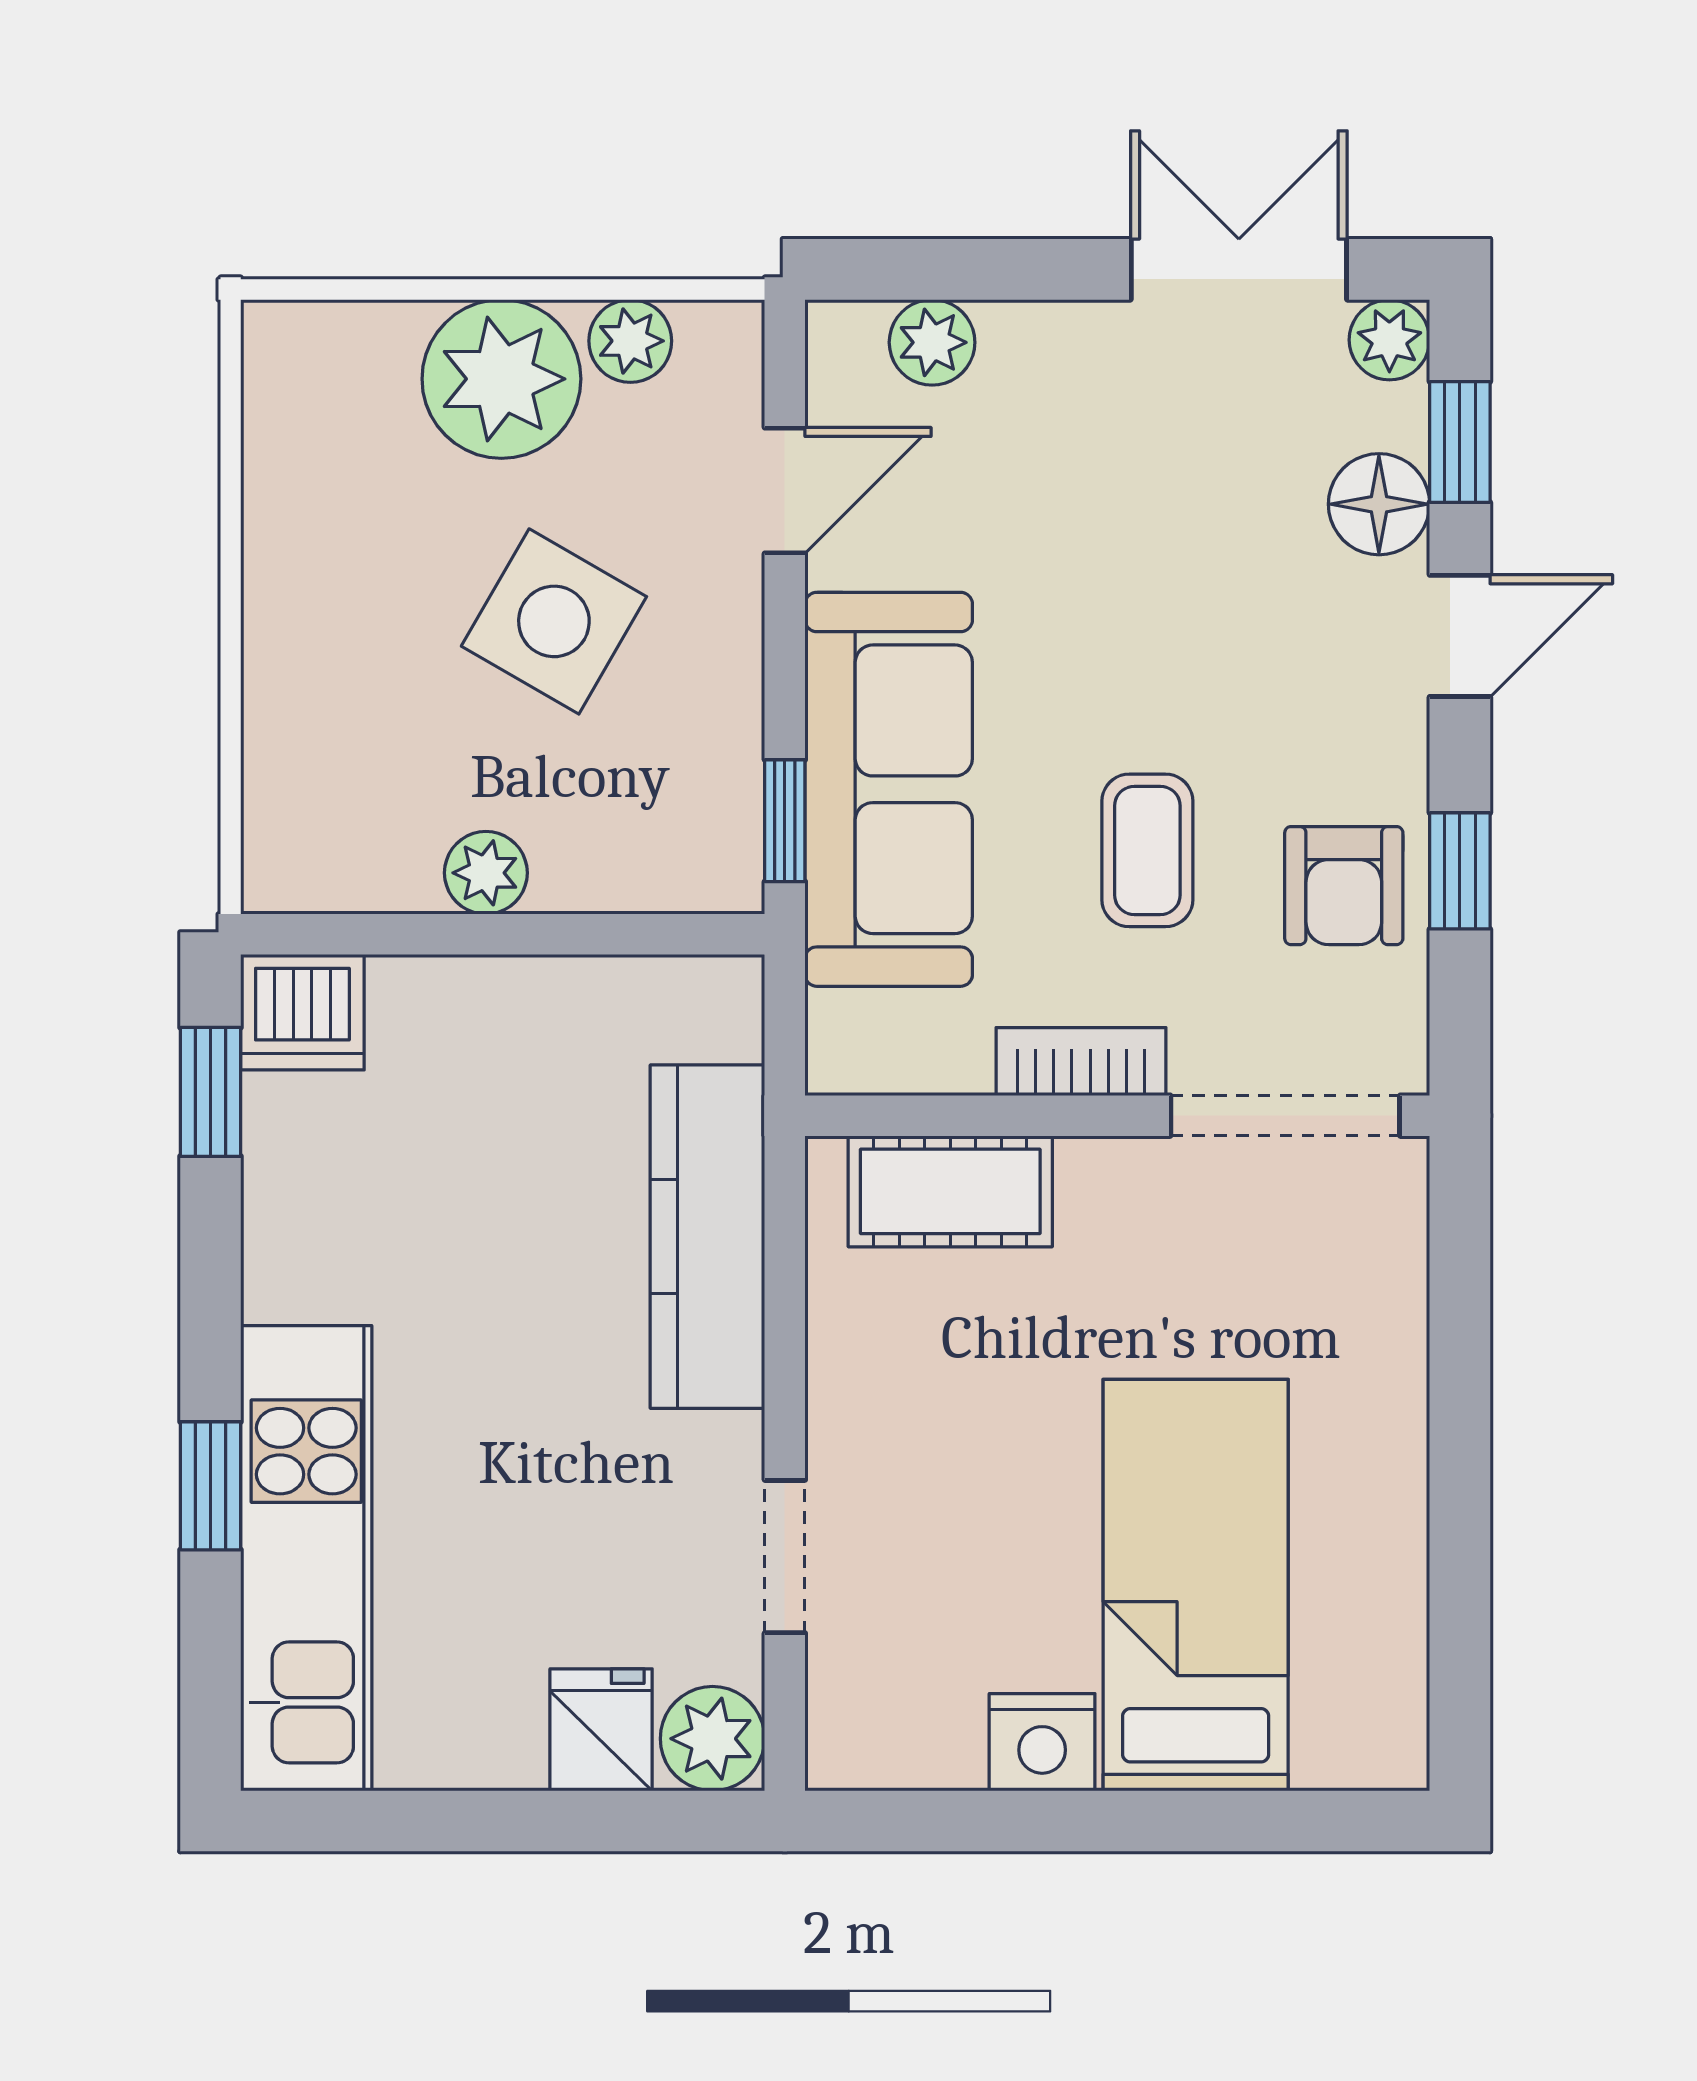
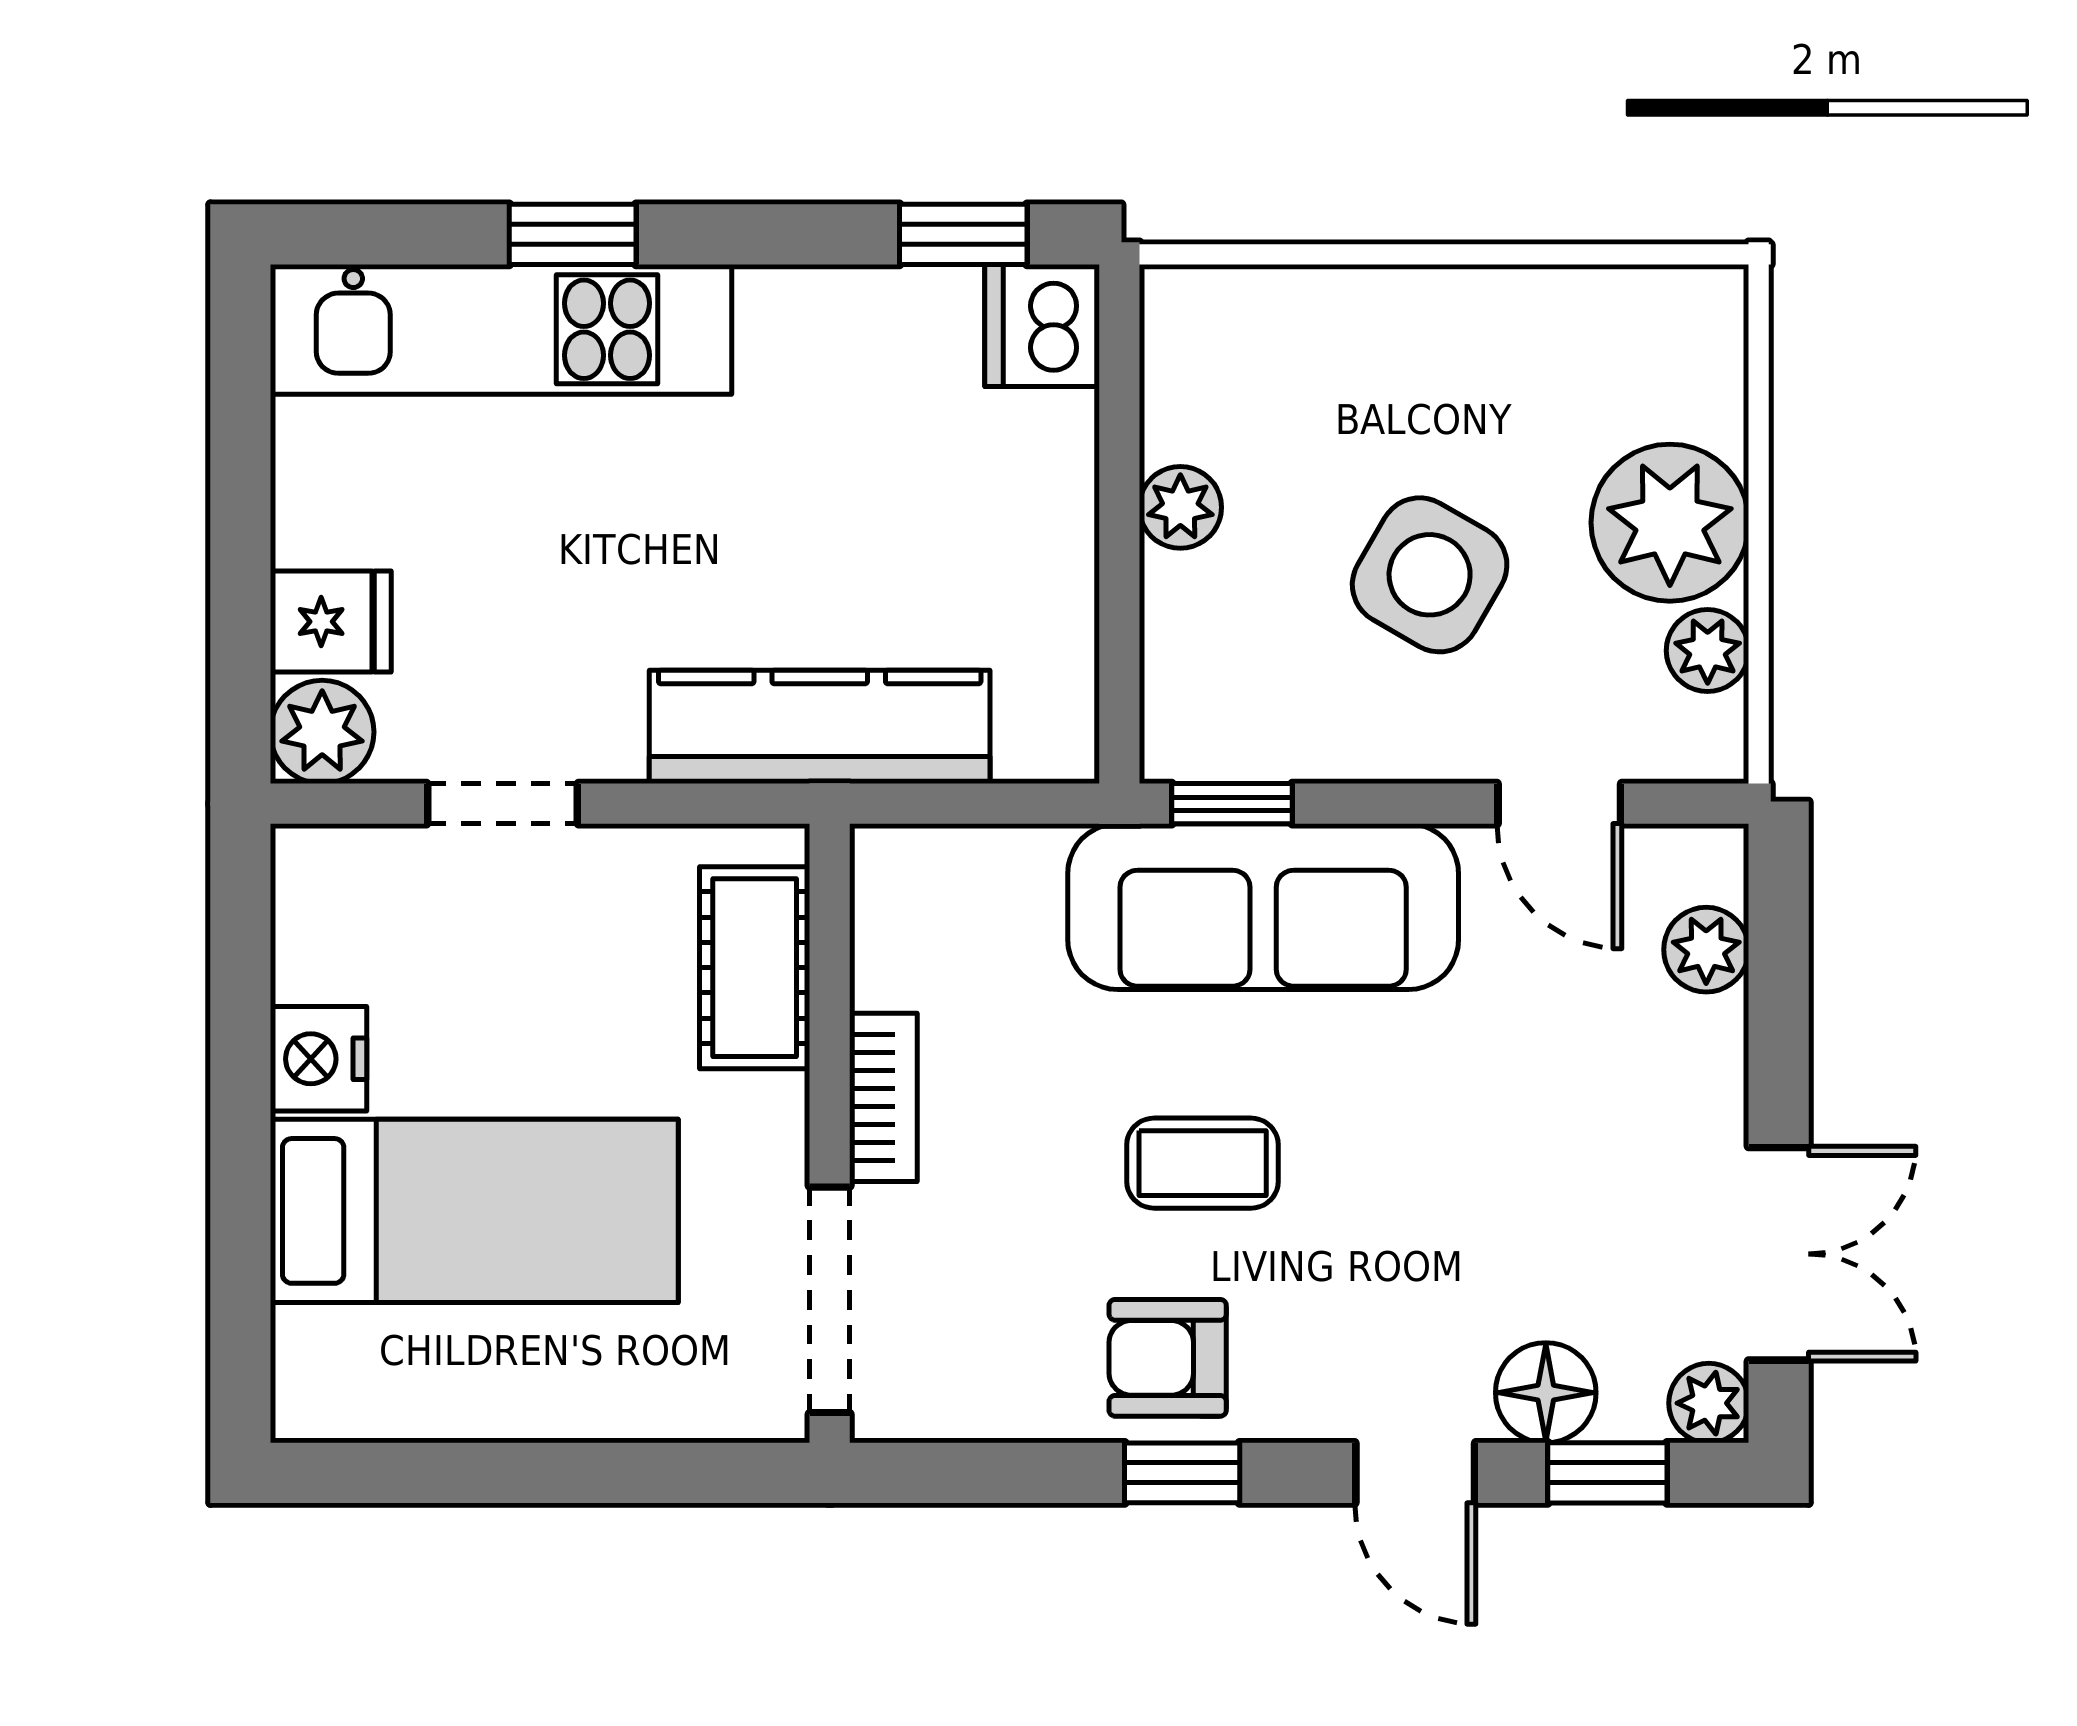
bookcase: (1081, 1062) -> (883, 1097), moved
wall: (1117, 1116) -> (830, 1133), moved
doorway: (1285, 1116) -> (830, 1300), moved
cot: (950, 1191) -> (755, 968), moved

